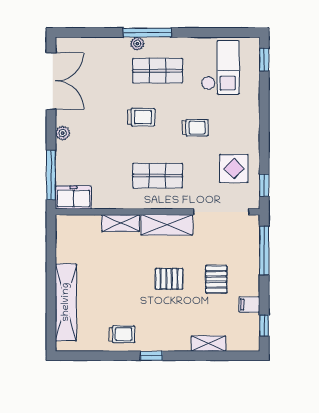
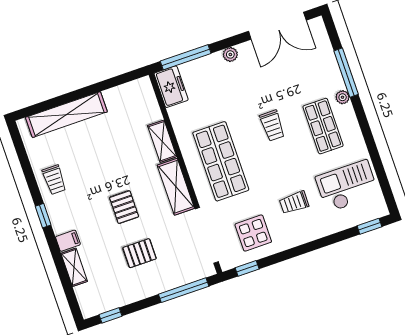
window: (147, 33) -> (346, 73), moved
checkout: (220, 67) -> (347, 186), turned 180
trolley: (195, 128) -> (294, 202), moved, turned 90
shop shelf: (158, 176) -> (221, 161), width x1.43, depth x1.36
filing cabinet: (249, 305) -> (68, 241), moved, turned 90

